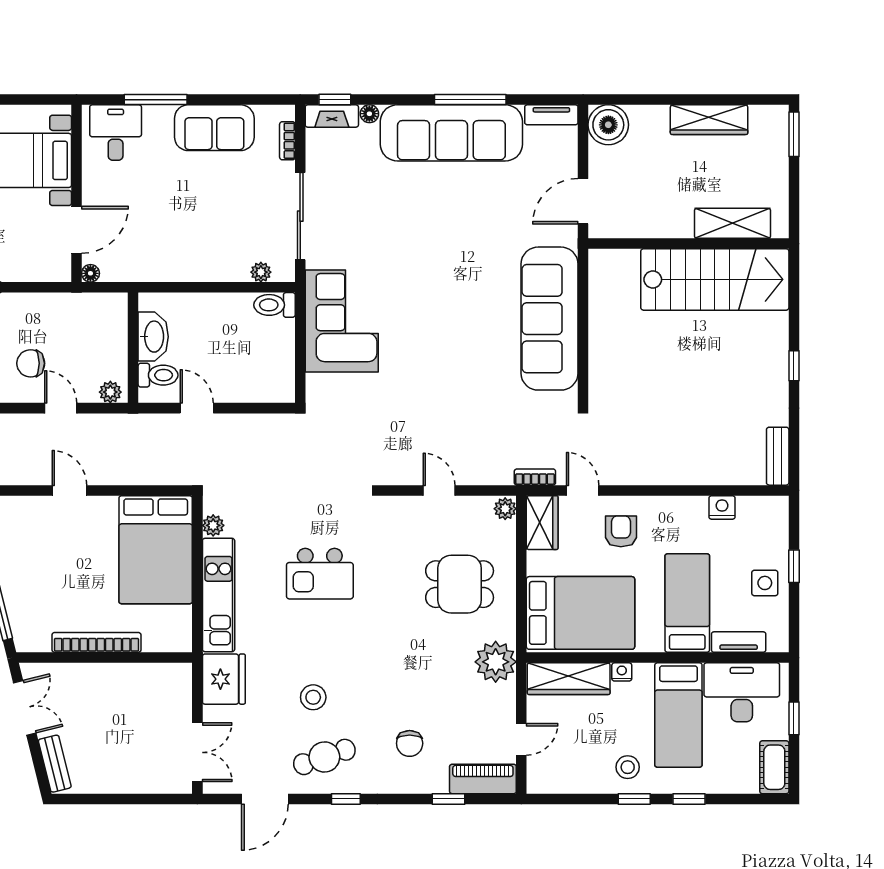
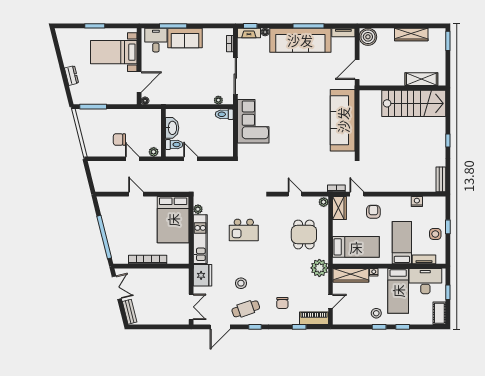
sofa: (214, 128) -> (185, 38), moved
dining table: (460, 584) -> (304, 234), turned 90
bed: (580, 613) -> (356, 247), width x0.67

